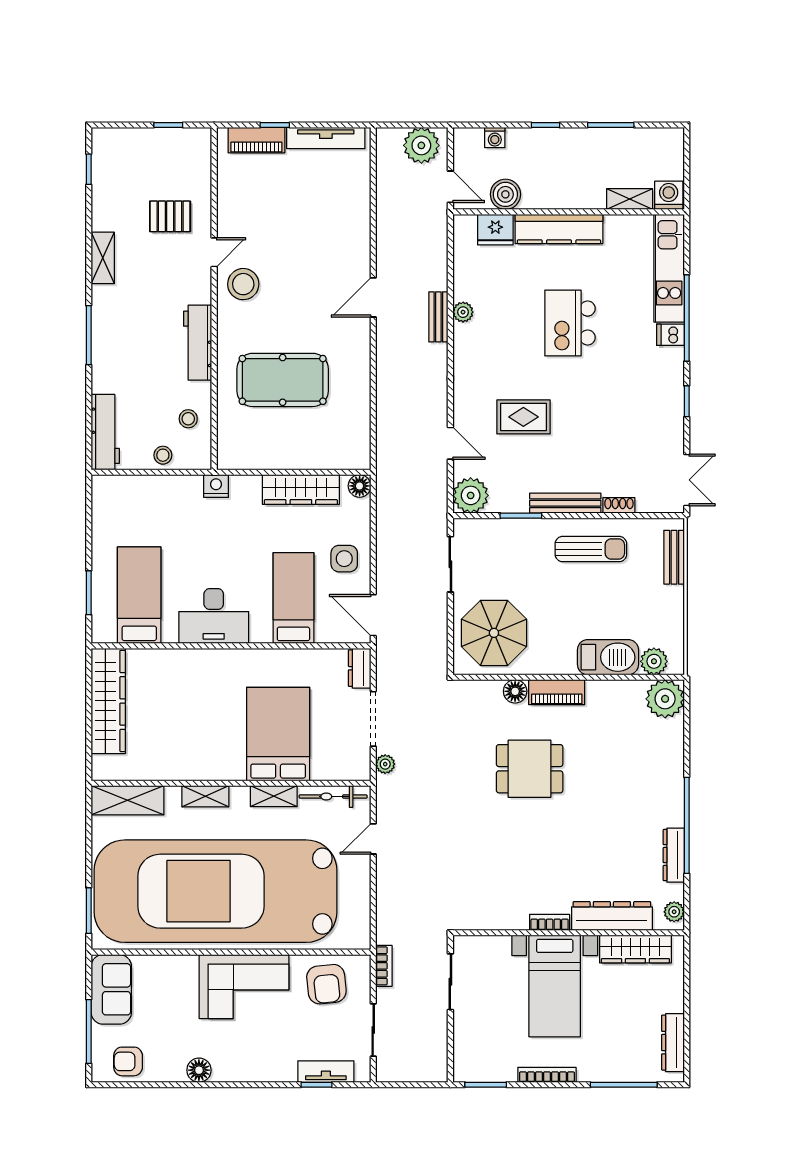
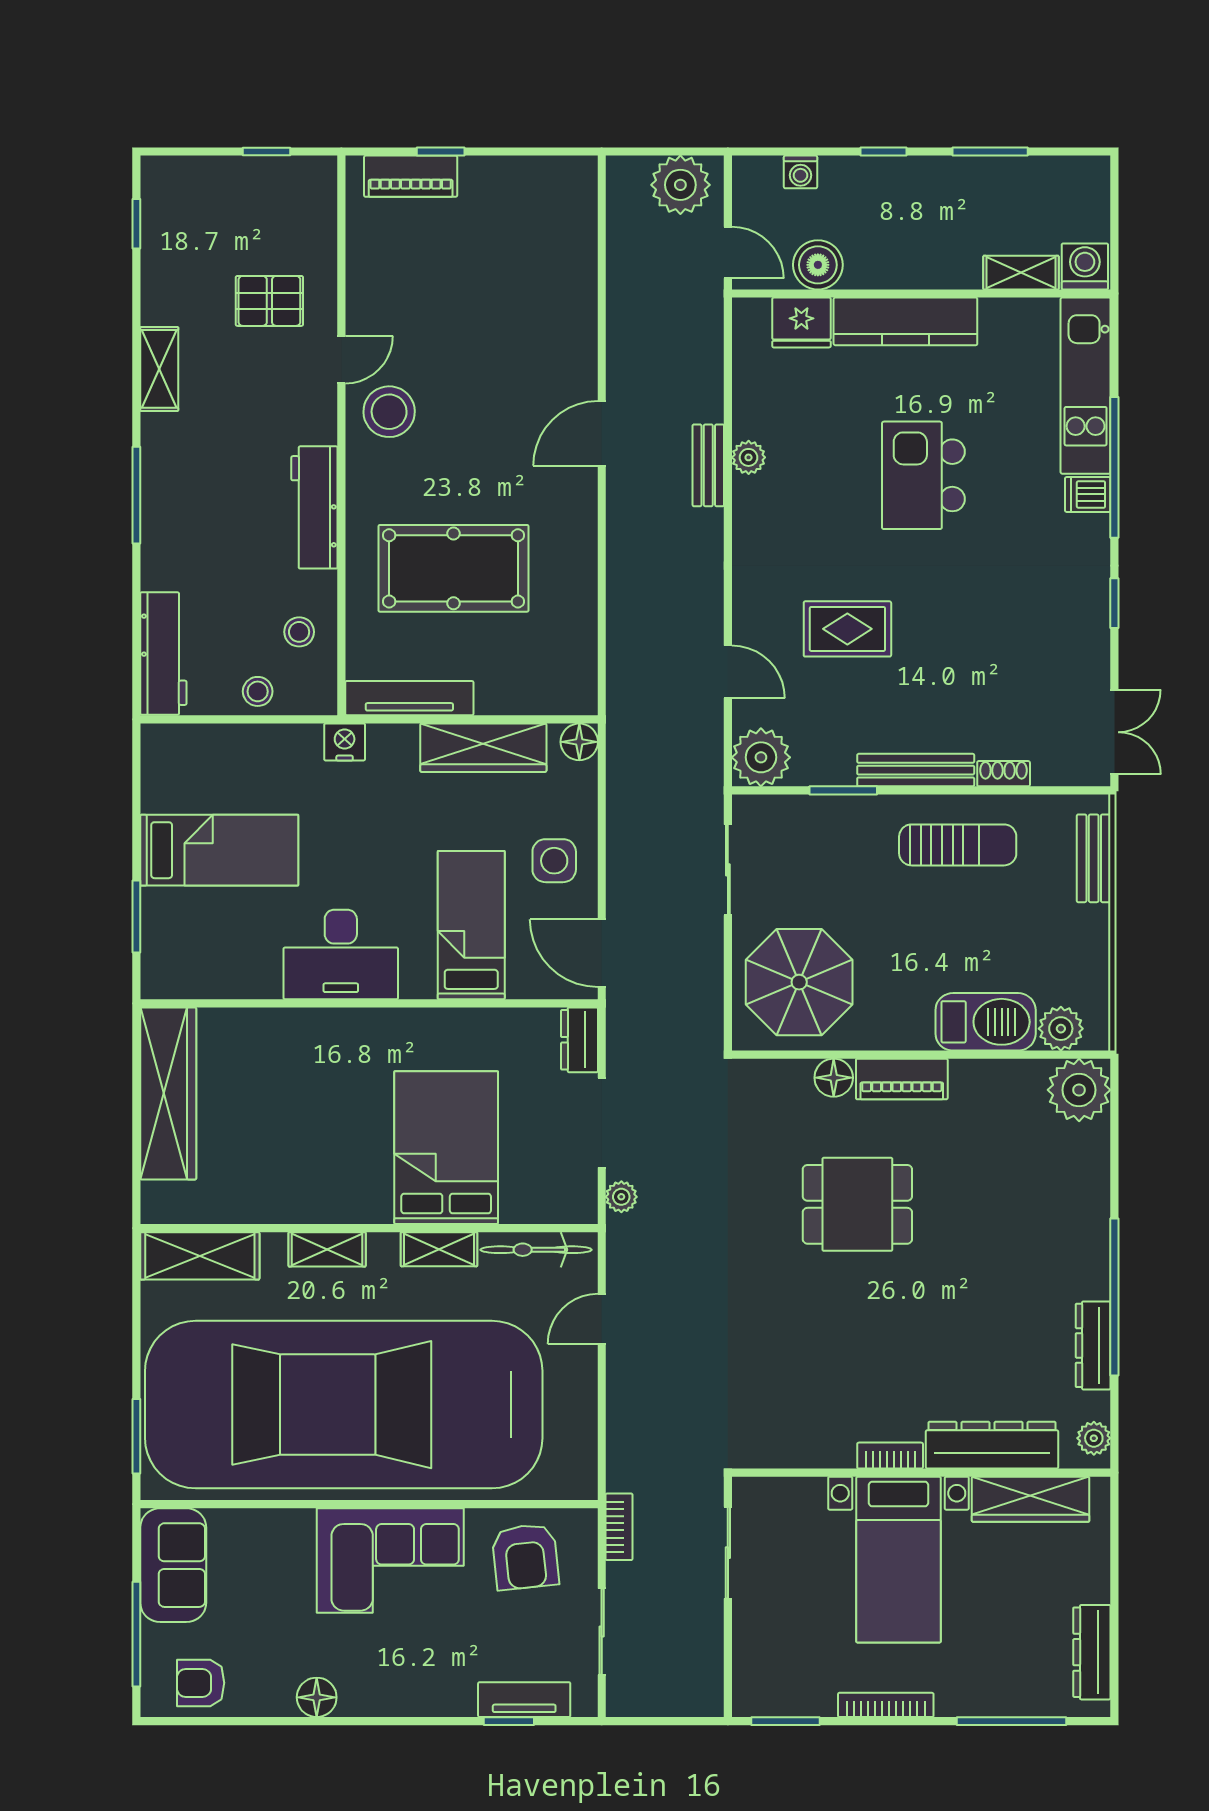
tv unit: (326, 138) -> (409, 698), moved, turned 180
bed: (139, 595) -> (219, 850), moved, turned 90

